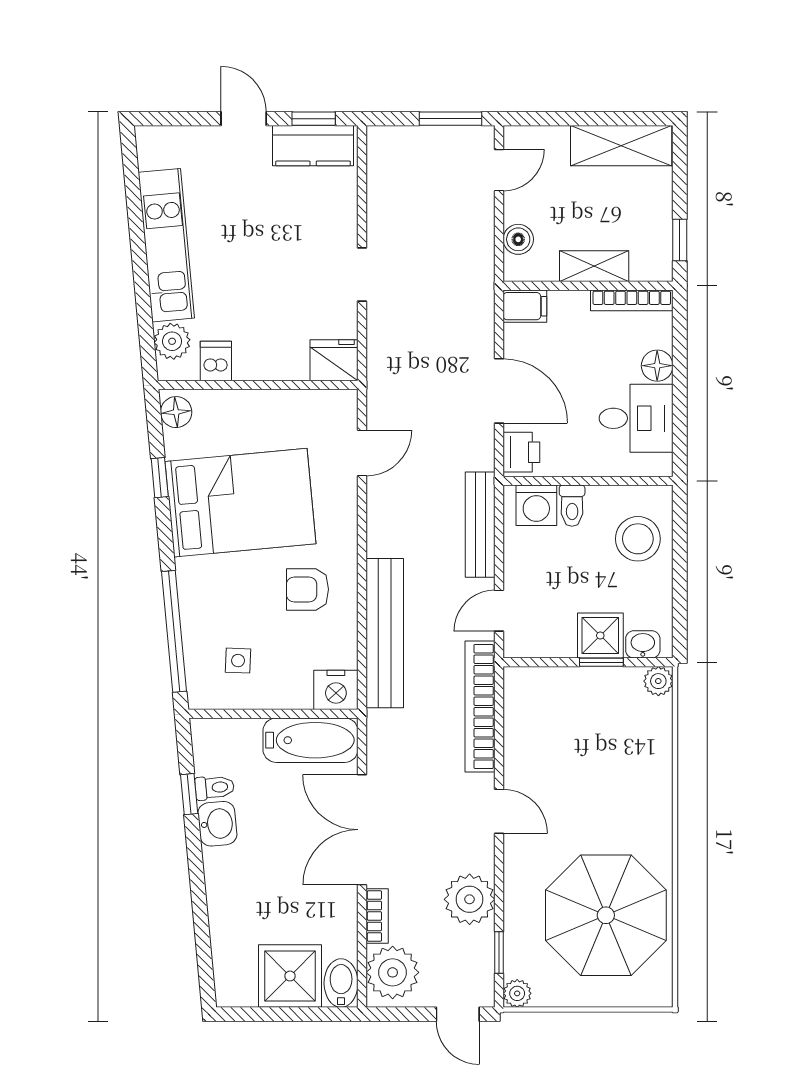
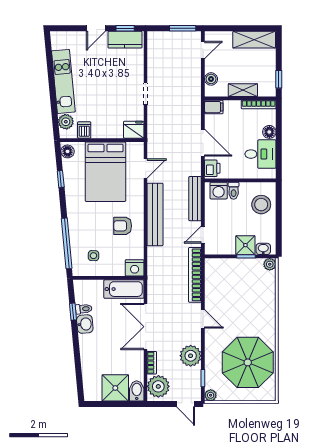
door: (244, 119) -> (96, 28), swing flipped
bed: (240, 503) -> (105, 172), moved, turned 95
bench: (385, 633) -> (155, 214), moved

